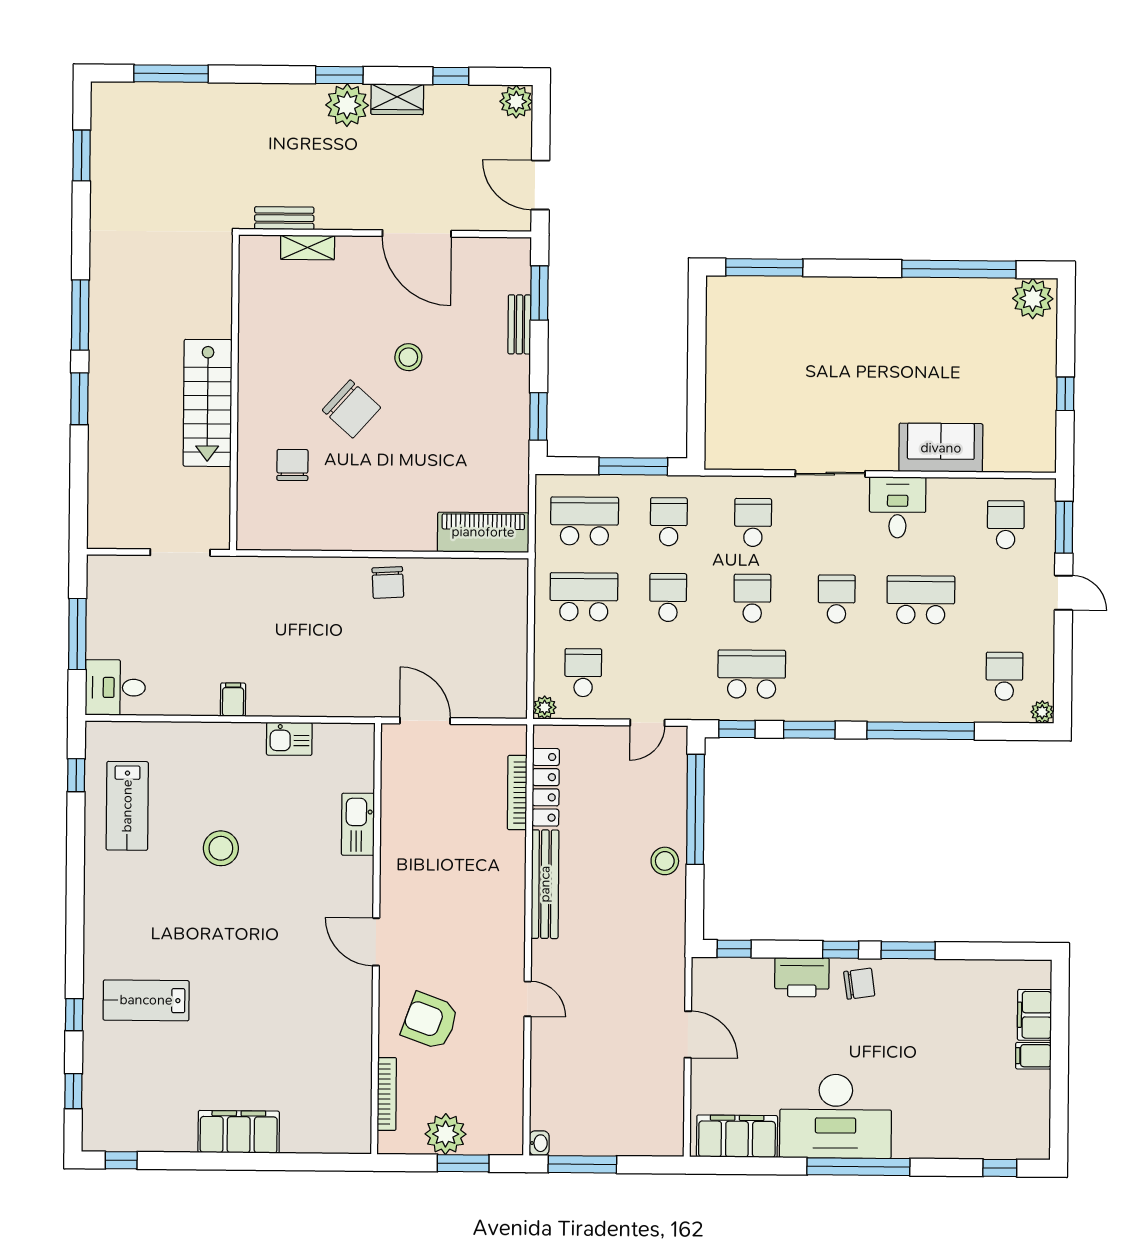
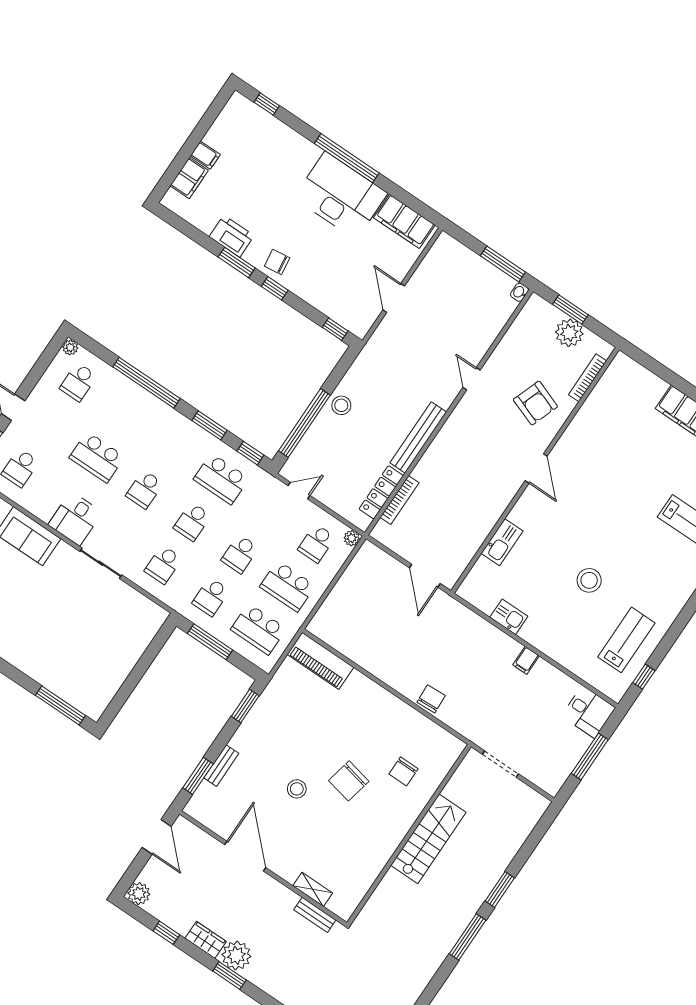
chair: (351, 409) -> (349, 781), turned -120
chair: (388, 583) -> (431, 699), moved
printer: (802, 977) -> (232, 236), moved

